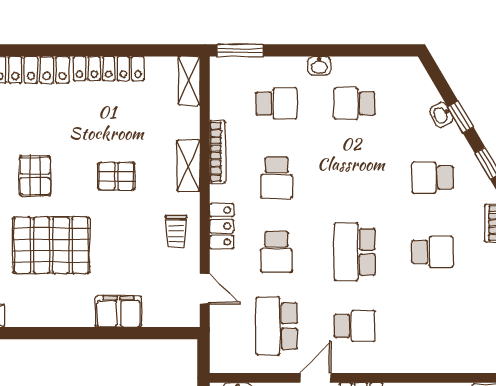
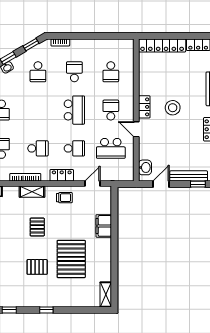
school desk: (355, 252) -> (74, 110), turned -90
school desk: (433, 326) -> (111, 72), added

